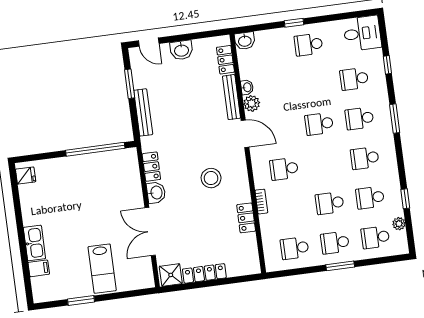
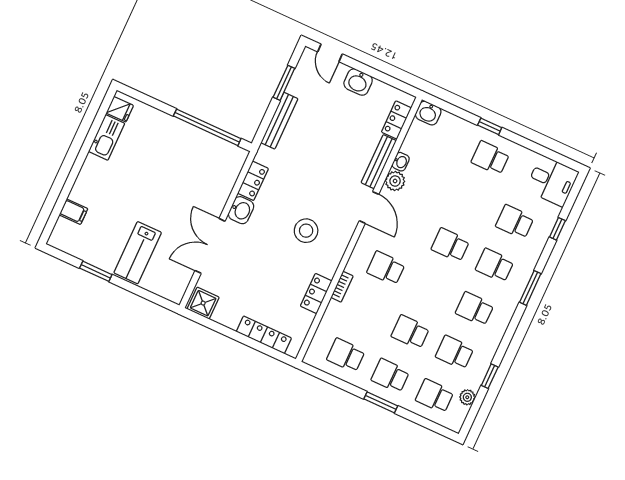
kitchen sink: (34, 243) -> (107, 137), moved
locker: (204, 273) -> (264, 335), moved

